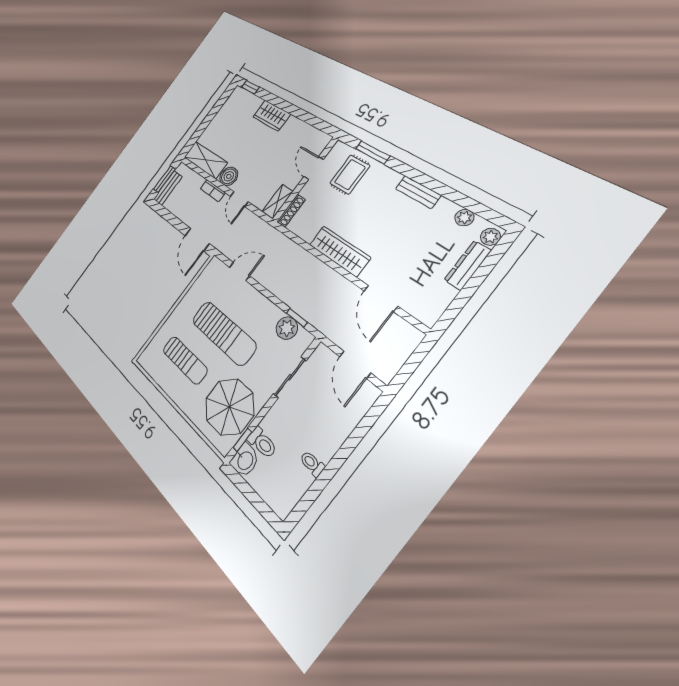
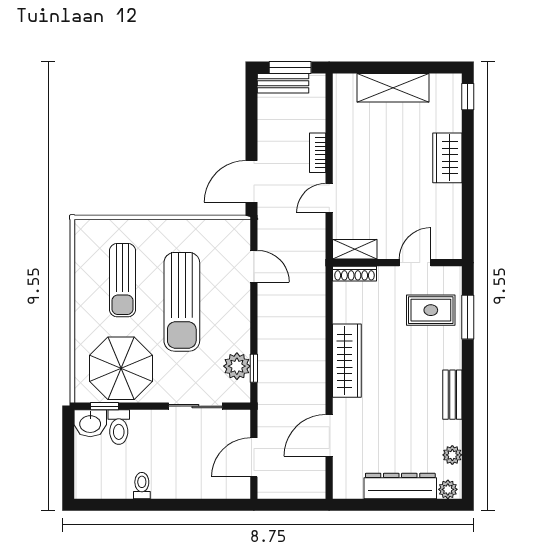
shelving: (205, 160) -> (393, 88), moved, turned 90
boiler: (229, 176) -> (346, 161), removed
dresser: (468, 265) -> (400, 486), width x1.37, depth x1.24

